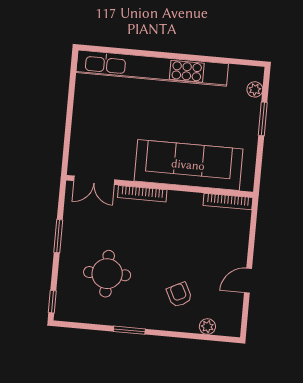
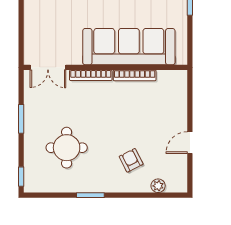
bookcase: (228, 202) -> (135, 75), moved

